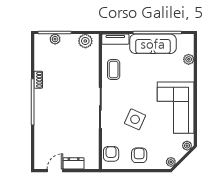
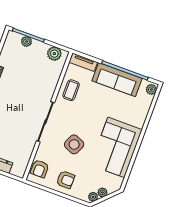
plant: (189, 59) -> (151, 89), moved
plant: (187, 146) -> (102, 192), moved
armchair: (111, 154) -> (40, 169), turned 180
armchair: (139, 155) -> (66, 180), turned 90

